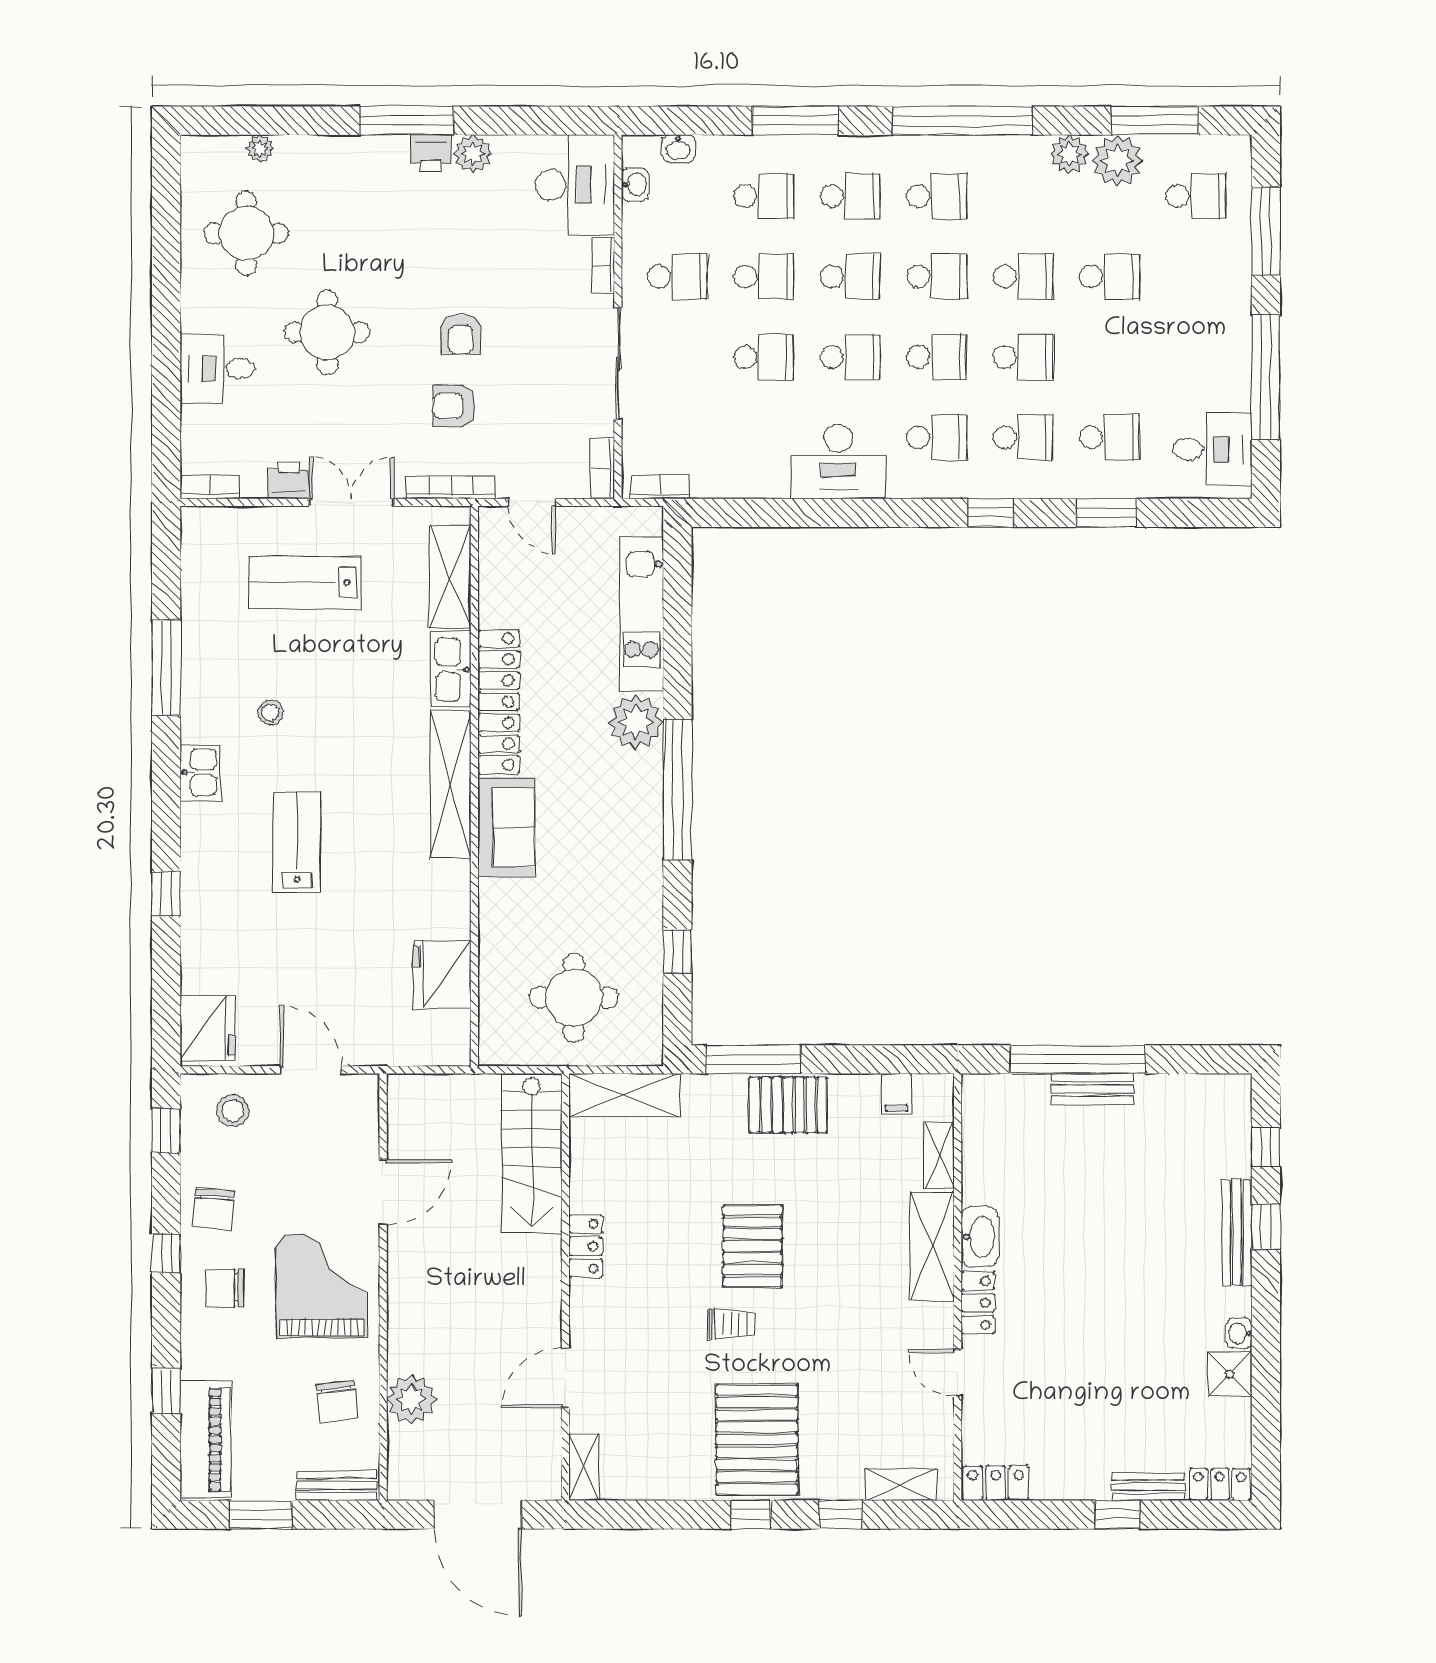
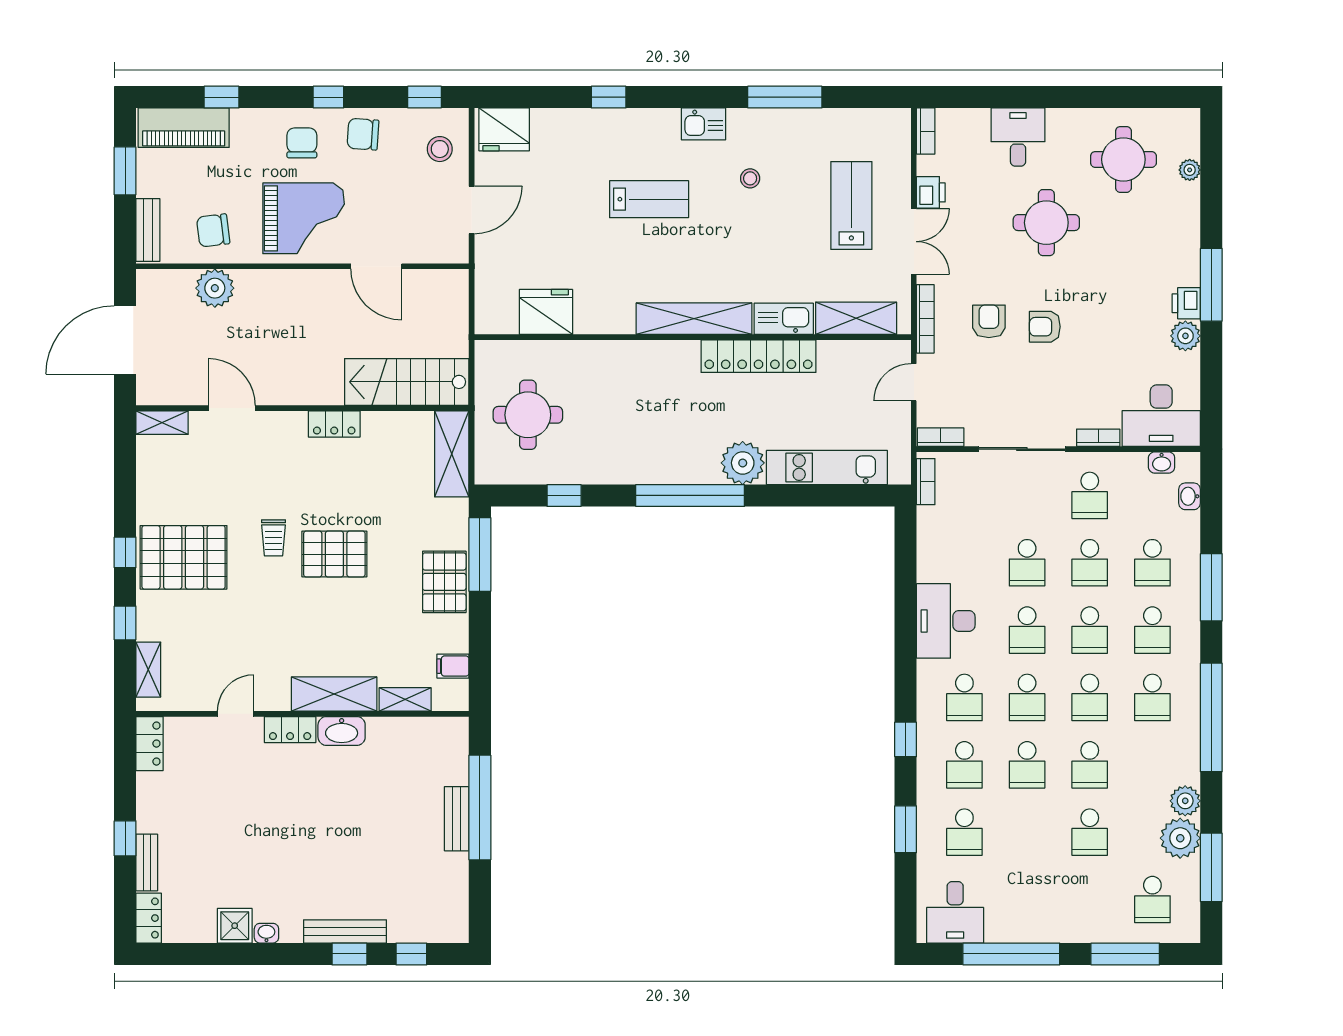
sofa: (506, 828) -> (660, 362), removed

